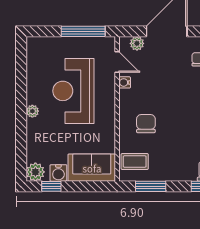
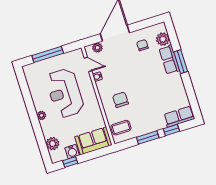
window: (83, 31) -> (48, 54), moved
plant: (35, 172) -> (53, 144), moved
window: (151, 186) -> (148, 138), moved

